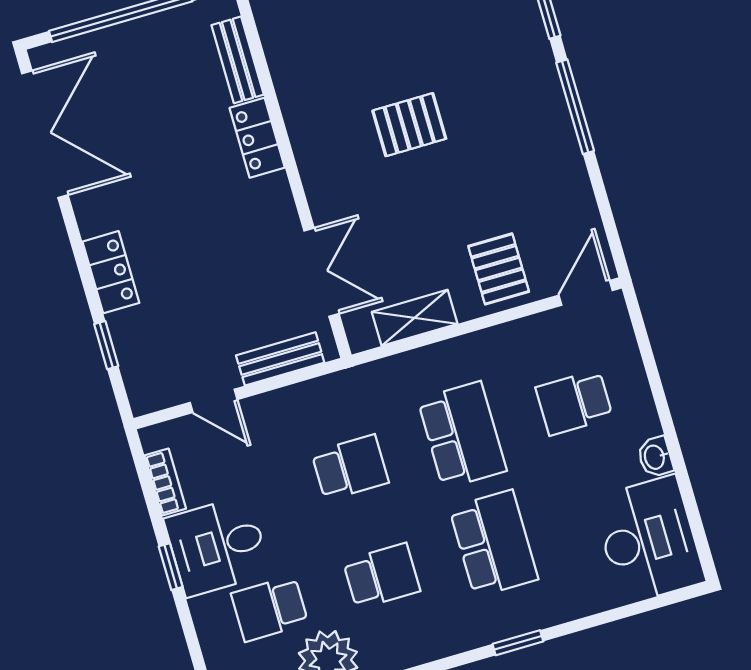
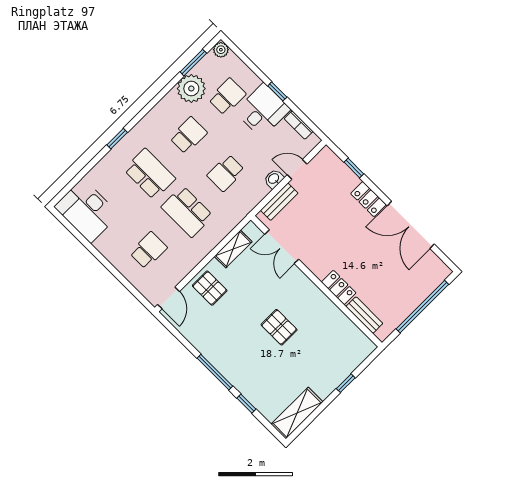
pallet: (409, 125) -> (279, 327), turned 90
double door: (45, 134) -> (411, 225), moved
washbasin: (655, 457) -> (274, 179), moved, turned -90
school desk: (494, 543) -> (150, 174), turned 180
school desk: (382, 576) -> (188, 135), turned 180

